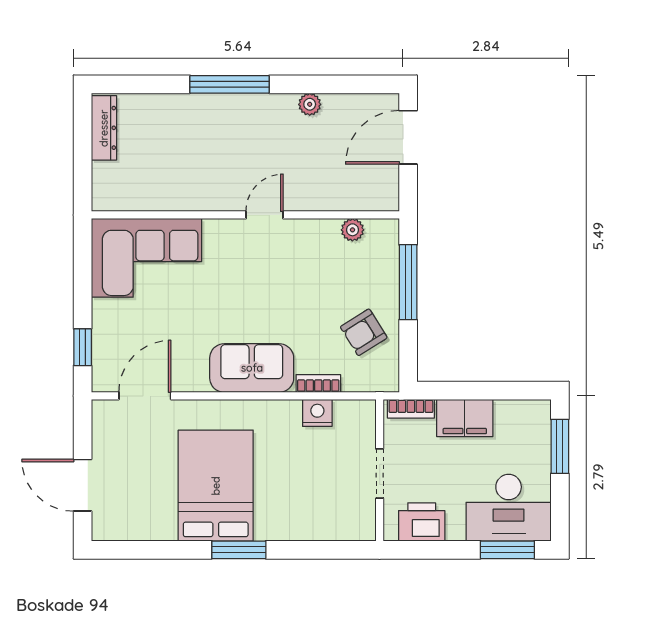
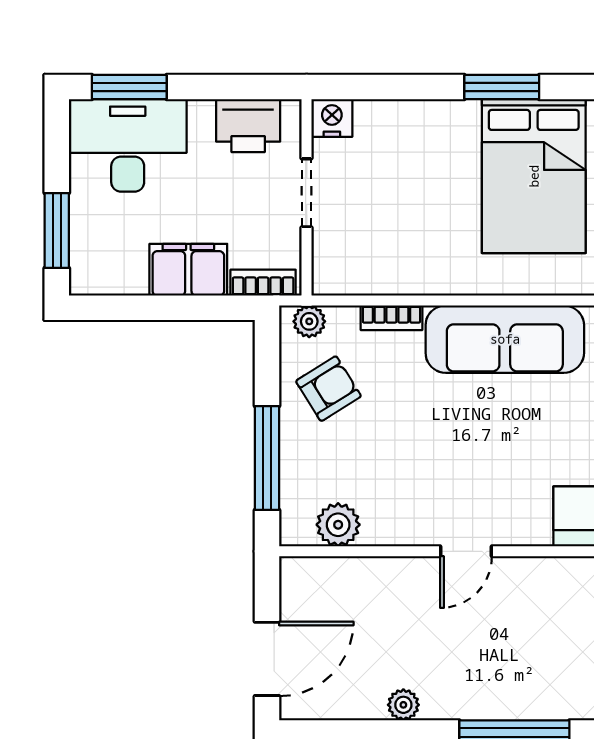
plant: (352, 230) -> (338, 525), width x1.38, depth x1.38
sofa: (252, 368) -> (505, 339), width x1.36
plant: (378, 381) -> (309, 321), added
nightstand: (317, 413) -> (332, 118), moved, turned 180

